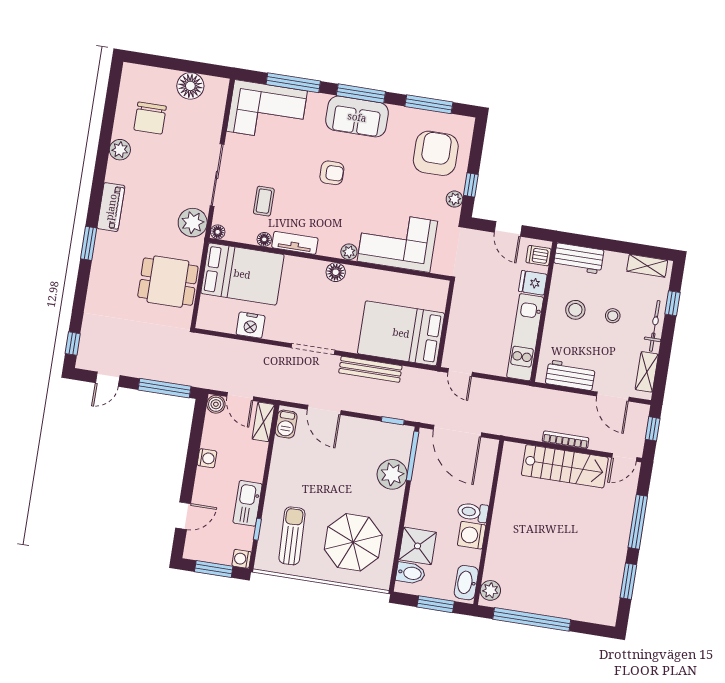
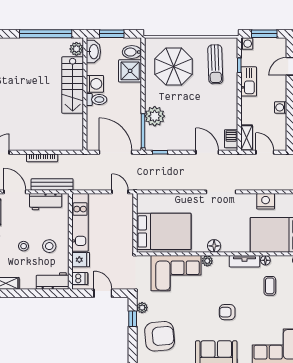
armchair: (436, 153) -> (160, 336), turned -95
bed: (401, 333) -> (164, 231), moved
bench: (370, 369) -> (52, 184), moved
boiler: (216, 404) -> (280, 145), removed
stairs: (565, 466) -> (73, 85), moved, turned -90

